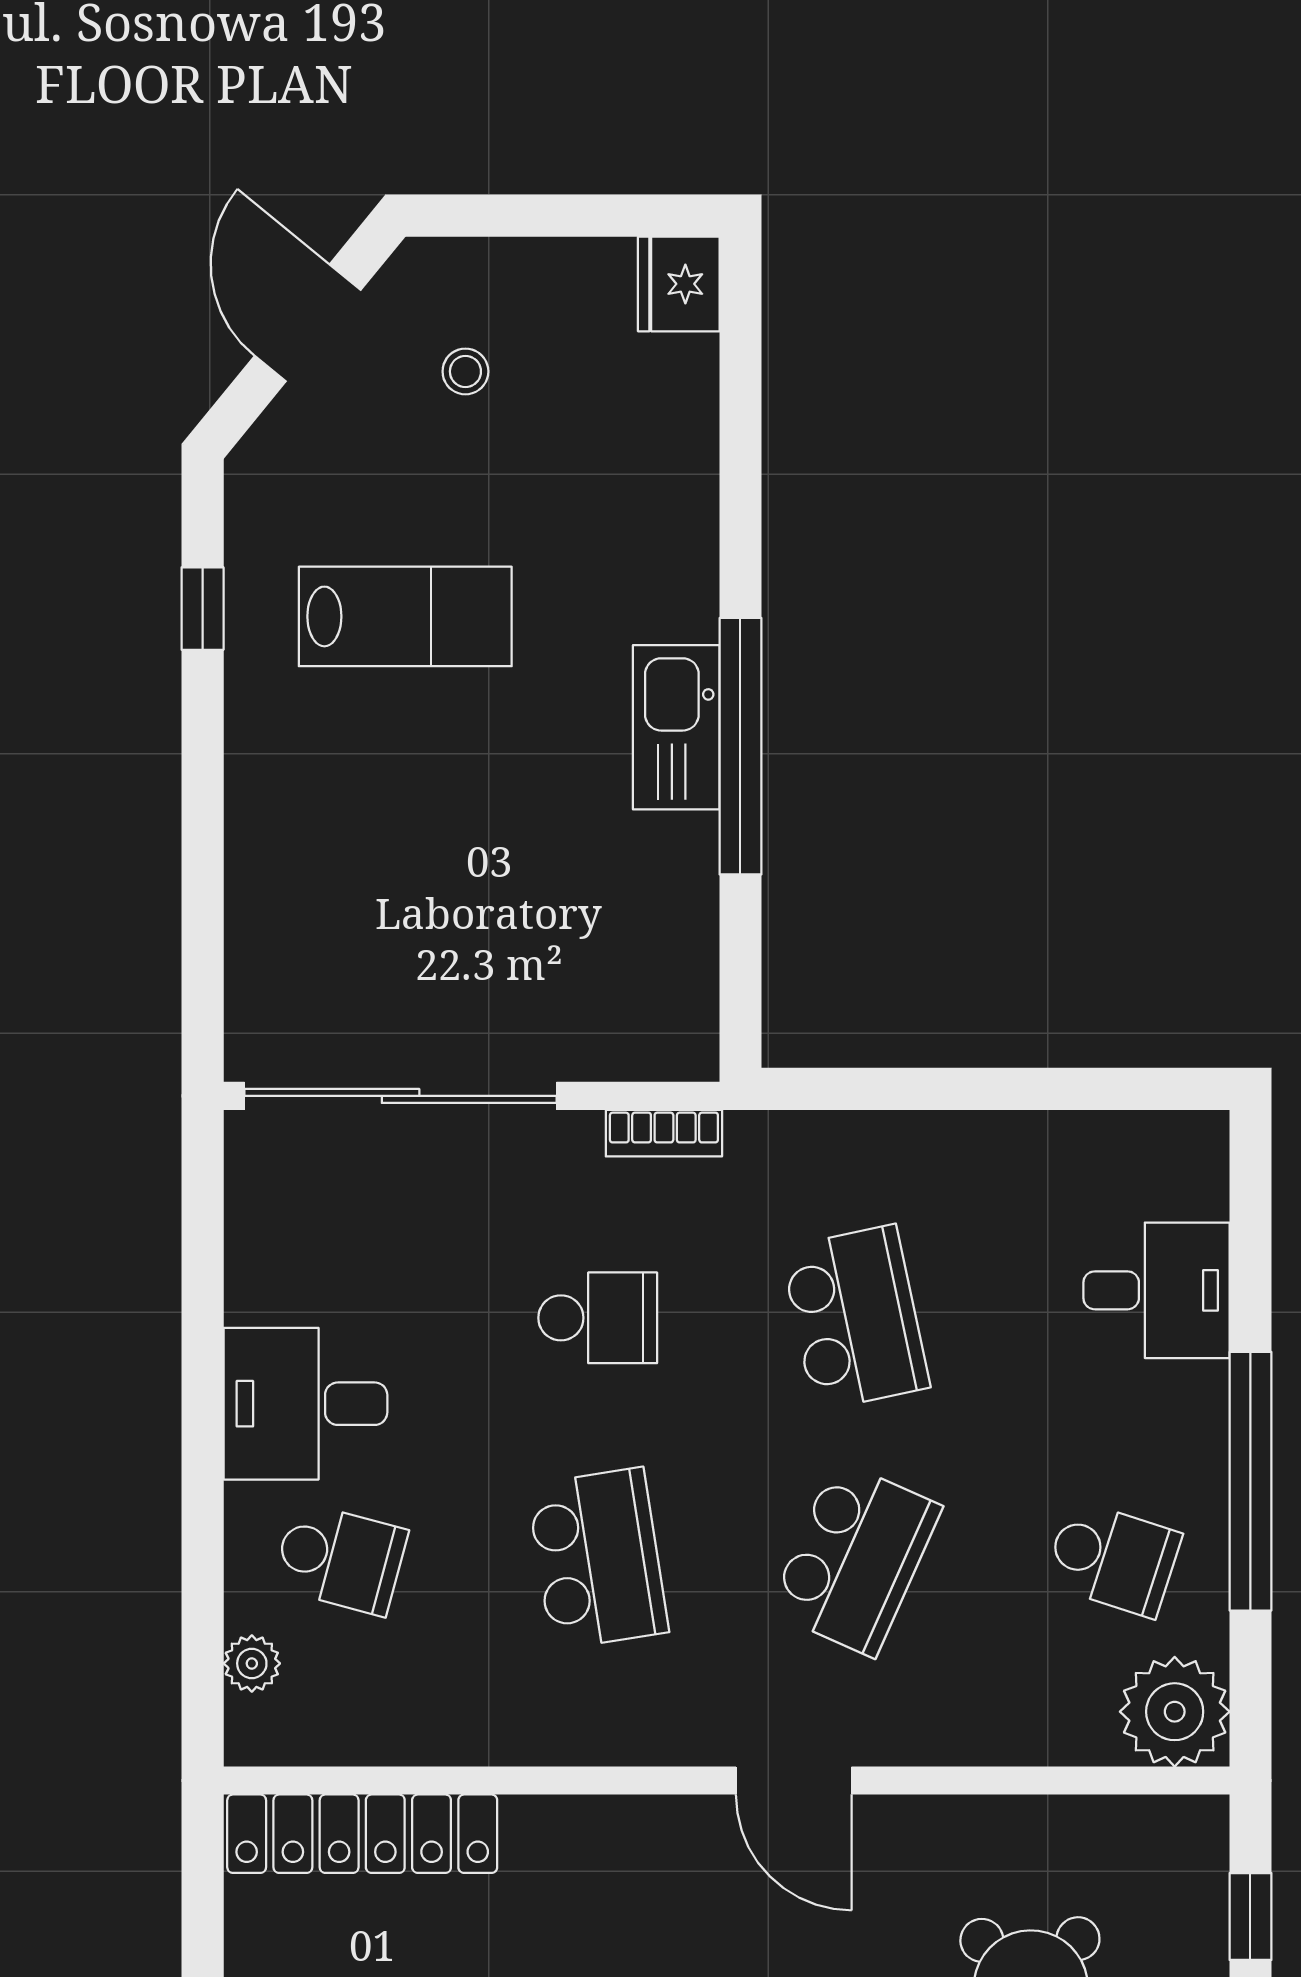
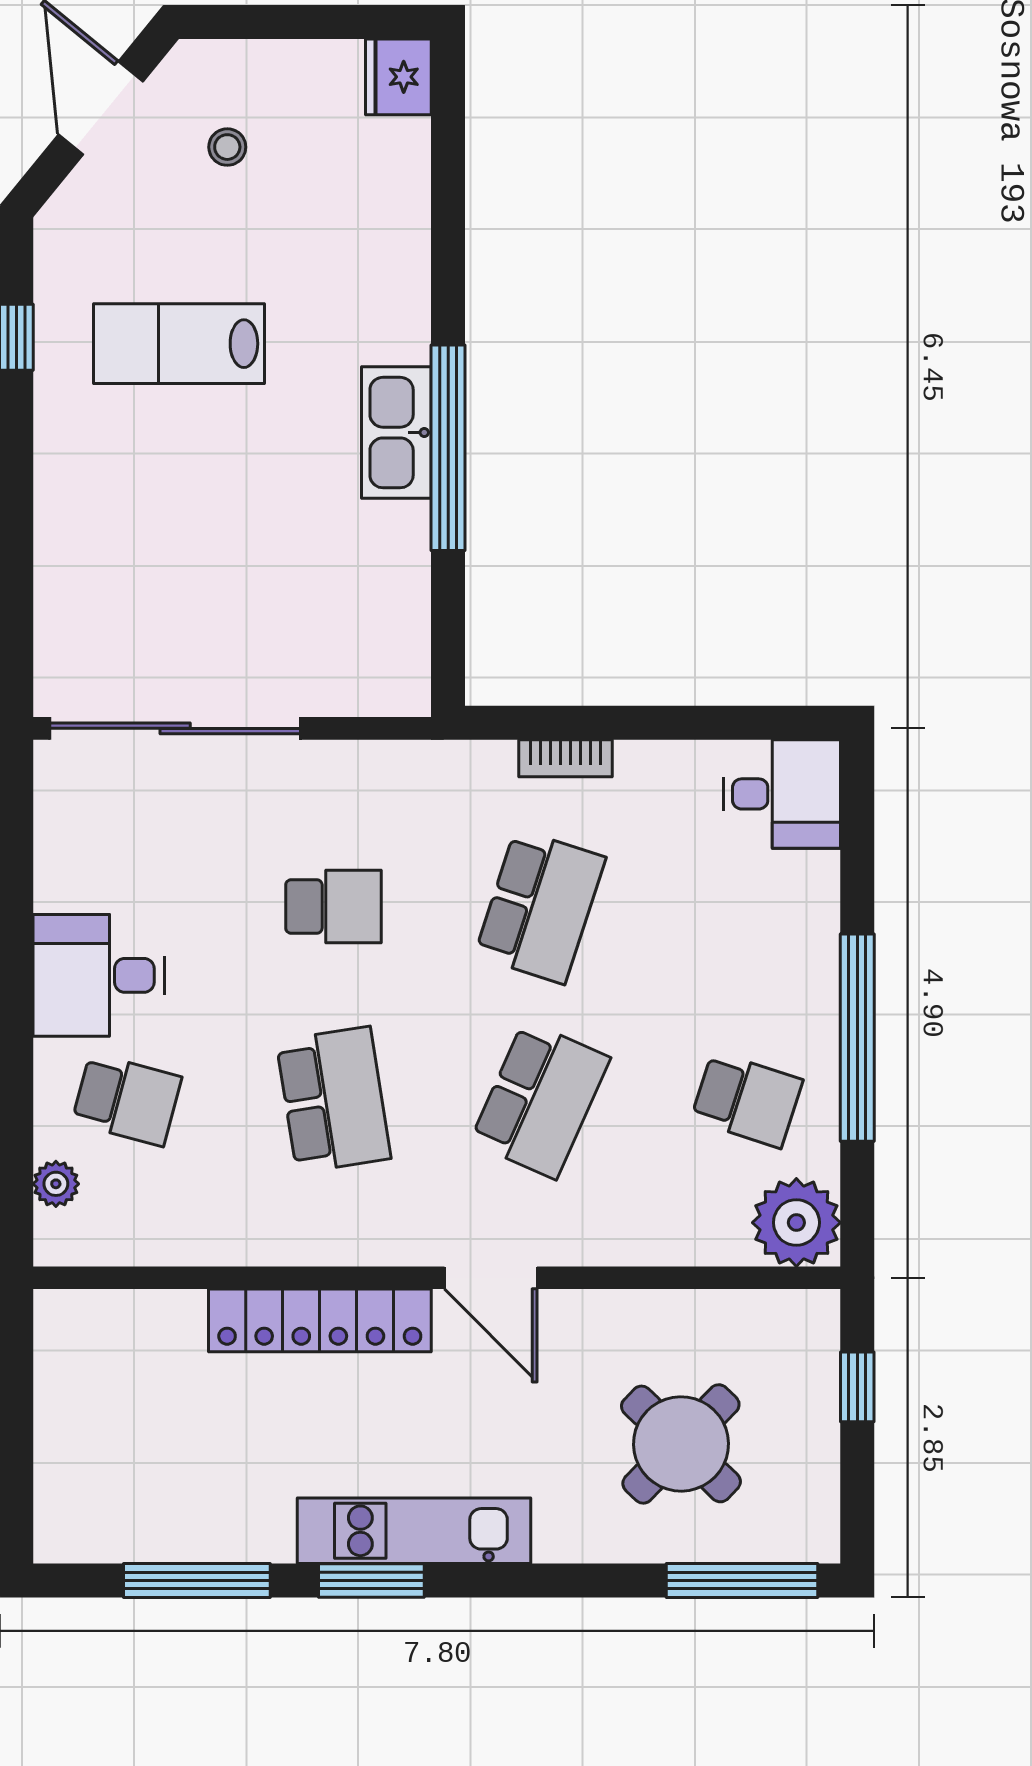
lab bench: (405, 616) -> (179, 344), turned 180
bookcase: (664, 1133) -> (565, 758), moved
desk: (1156, 1290) -> (782, 794), moved
school desk: (855, 1318) -> (540, 906), turned 30
locker: (362, 1834) -> (320, 1320), moved

